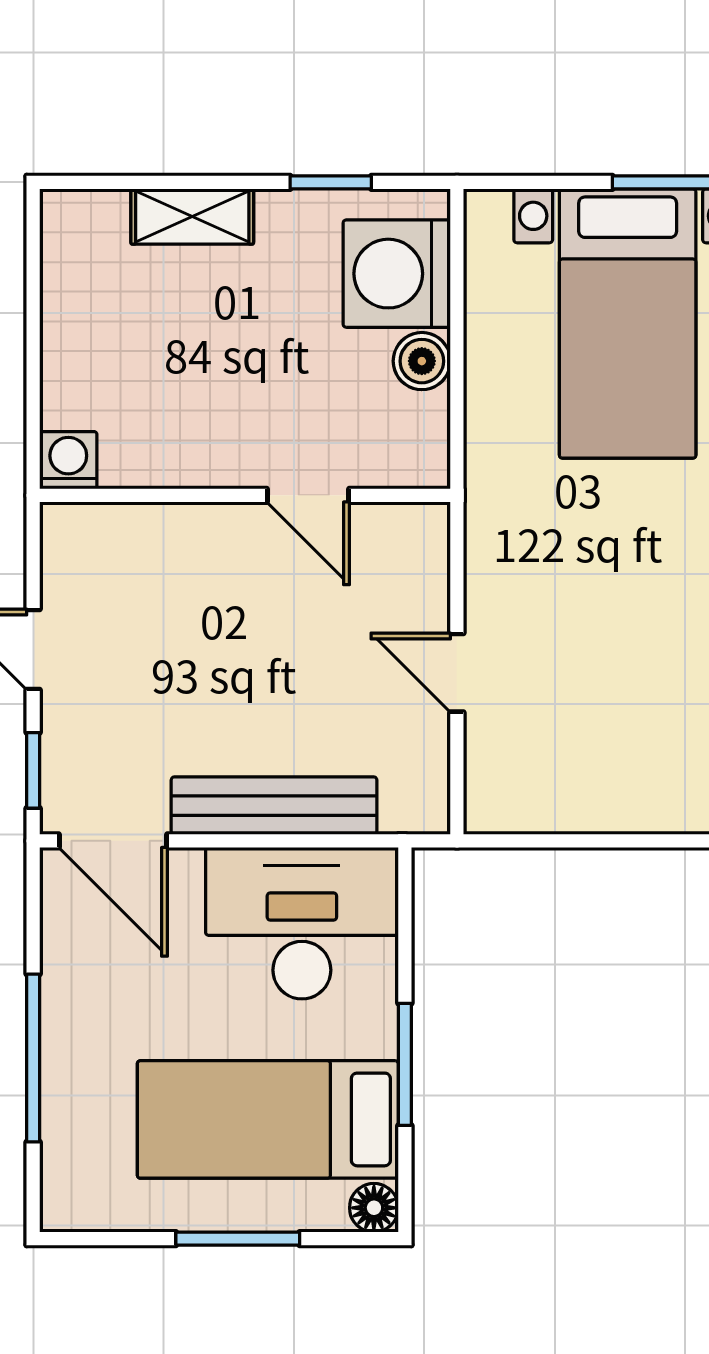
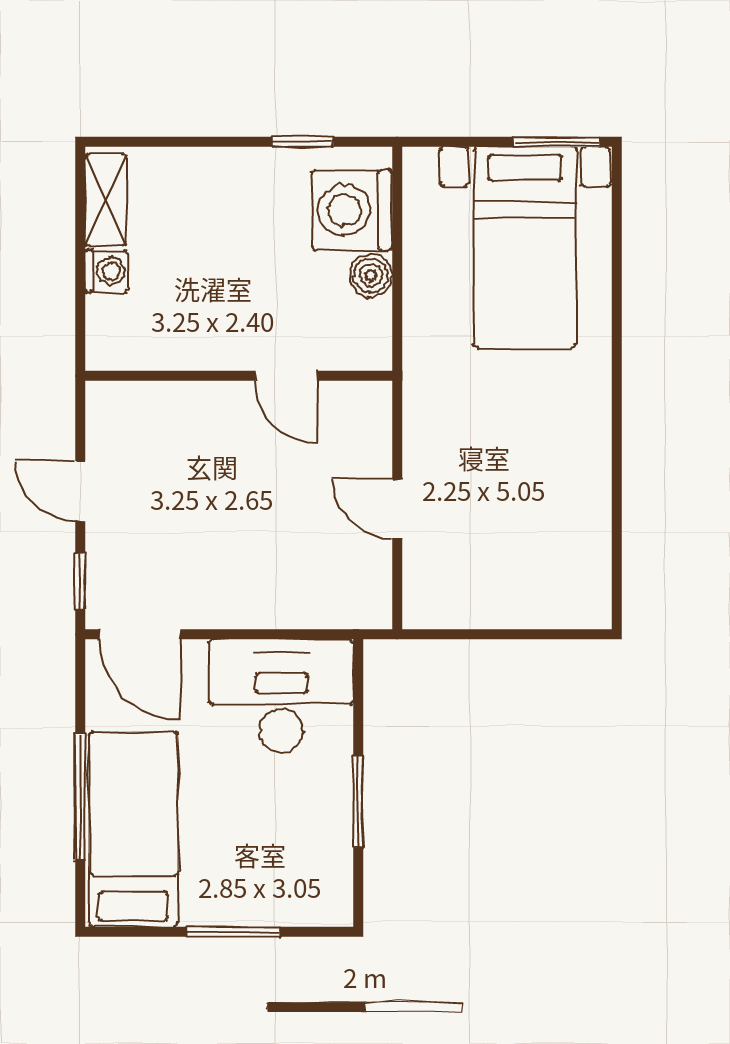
shelving: (192, 217) -> (106, 200), moved, turned 90
washing machine: (68, 460) -> (106, 271), moved, turned 90
bench: (274, 806) -> (260, 608), removed
bed: (268, 1119) -> (134, 829), moved, turned 90
floor lamp: (374, 1208) -> (335, 909), removed

